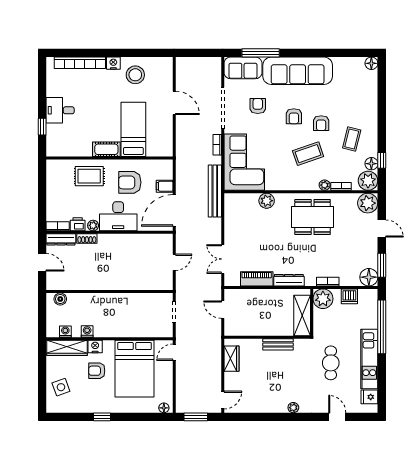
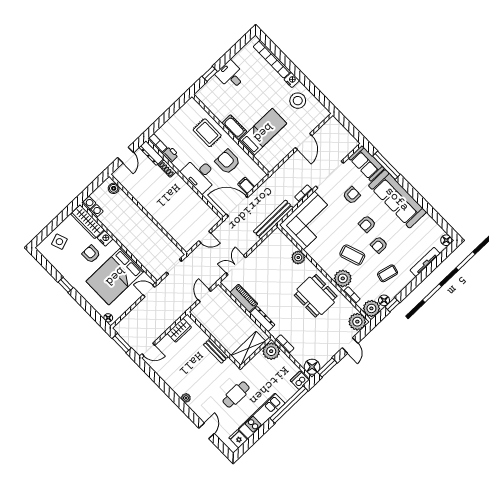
tv unit: (372, 99) -> (425, 262), added
plant: (325, 185) -> (343, 278), width x1.88, depth x1.88
plant: (93, 225) -> (179, 165), removed
dishwasher: (349, 296) -> (300, 380), moved, turned 90
washing machine: (87, 331) -> (89, 203), moved

